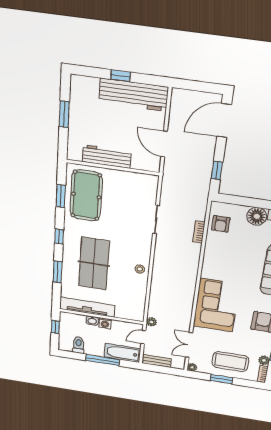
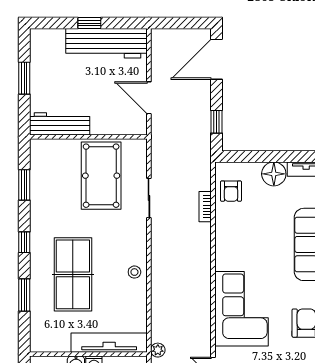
workbench: (107, 157) -> (60, 124), moved
pool table: (86, 196) -> (101, 176), moved
tv unit: (87, 307) -> (109, 343), moved

